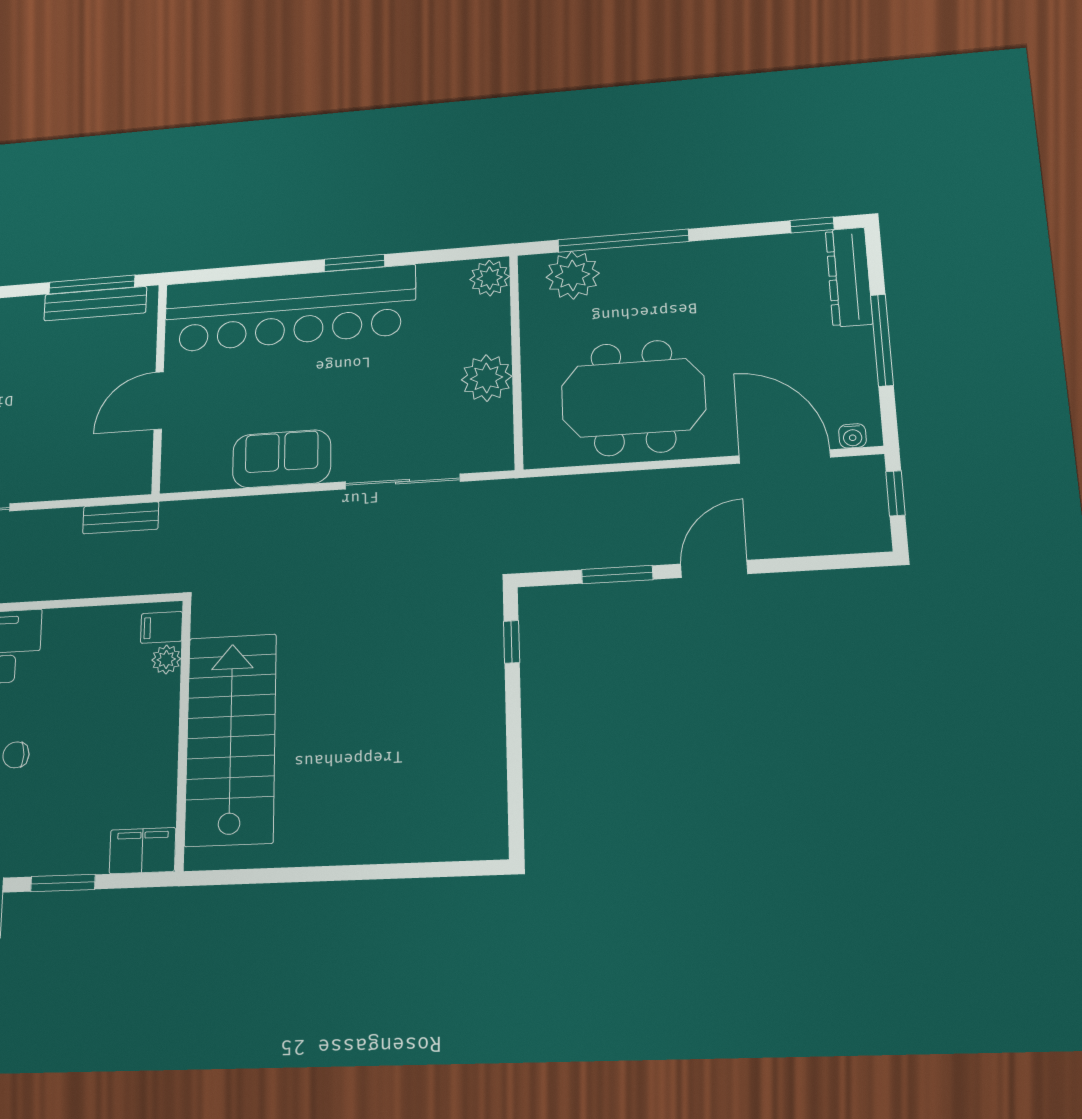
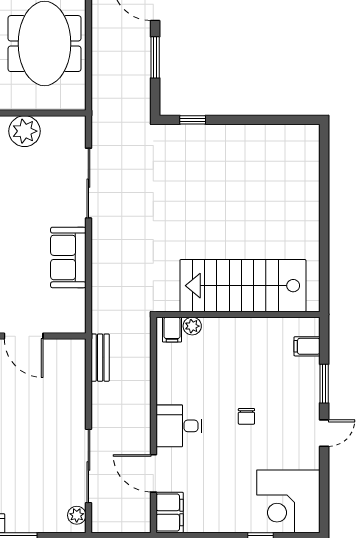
filing cabinet: (142, 851) -> (307, 346), width x0.50

